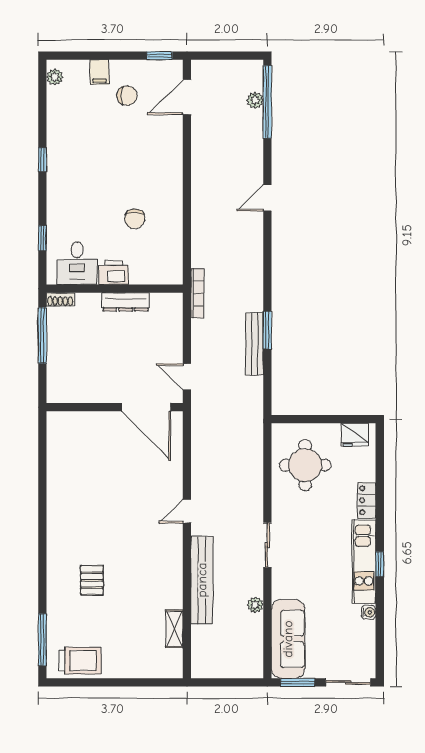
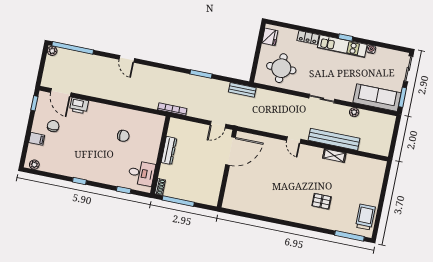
plant: (255, 100) -> (52, 51), moved
printer: (113, 273) -> (79, 106), moved, turned -90
bench: (255, 344) -> (242, 90), moved, width x0.73
shelving: (174, 629) -> (334, 156), moved

